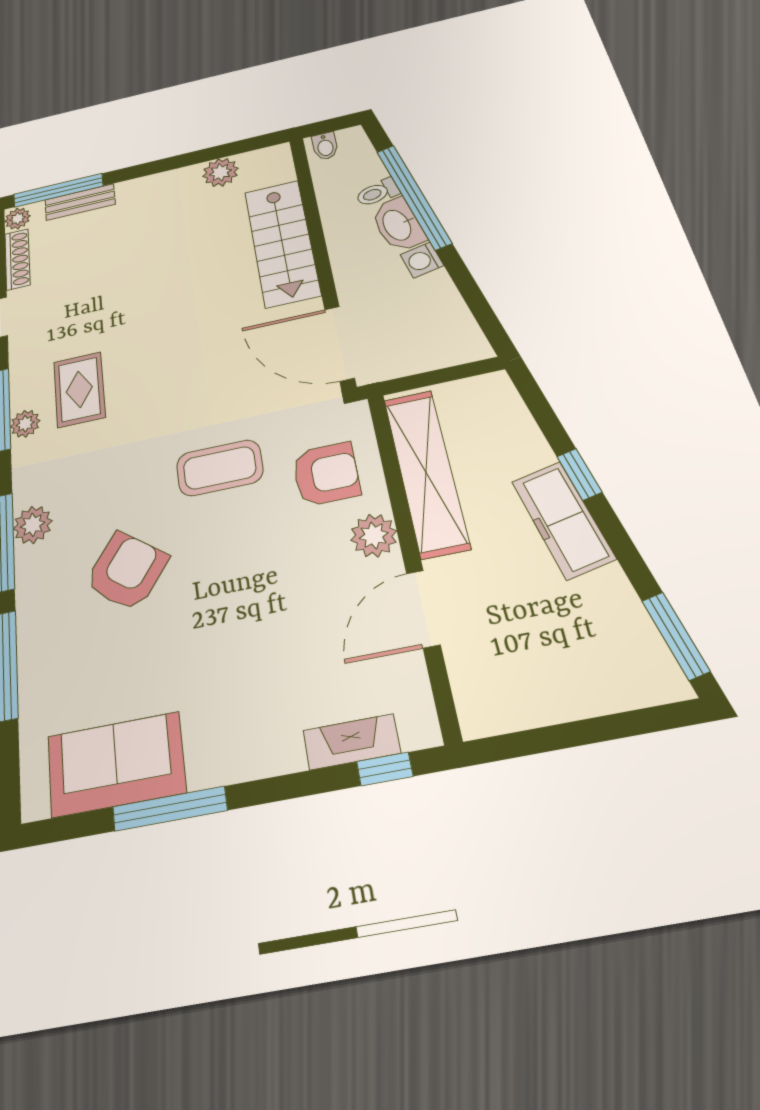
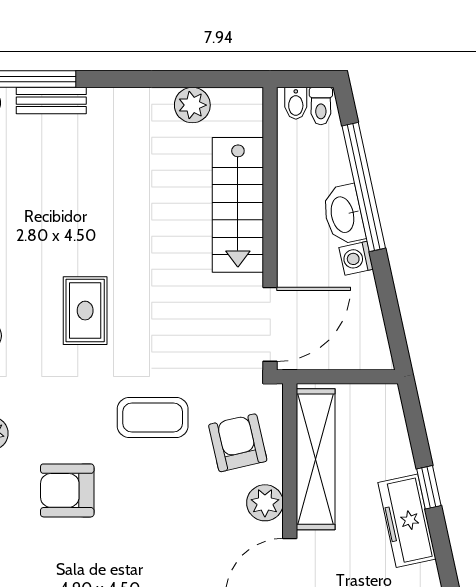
toilet: (378, 193) -> (321, 106), moved, turned -78
door: (339, 343) -> (270, 324), swing flipped
rug: (79, 389) -> (85, 311), moved
armchair: (326, 474) -> (238, 443), turned -103
armchair: (127, 571) -> (67, 490), turned -127

